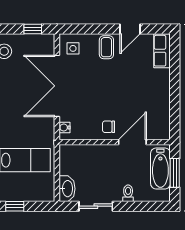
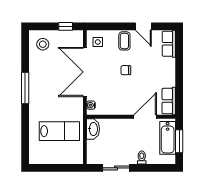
door: (130, 29) -> (143, 26), hinge flipped
row of seats: (162, 122) -> (169, 101), added
chair: (109, 127) -> (126, 70), moved
washbasin: (67, 189) -> (93, 129), moved
window: (15, 206) -> (51, 168), removed

